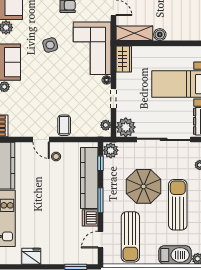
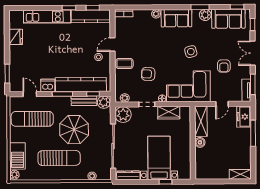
wardrobe: (124, 59) -> (169, 113), moved
armchair: (77, 97) -> (148, 74), added
bench: (109, 174) -> (84, 101), added

